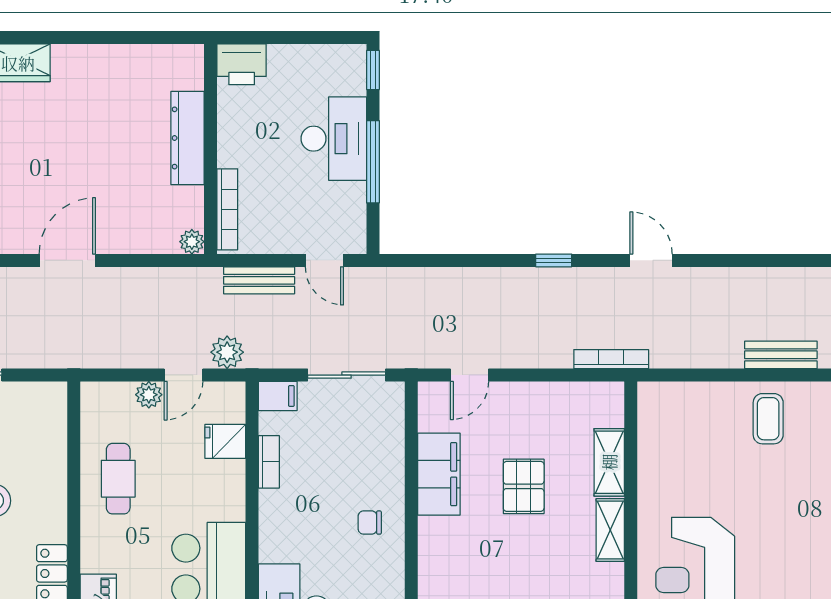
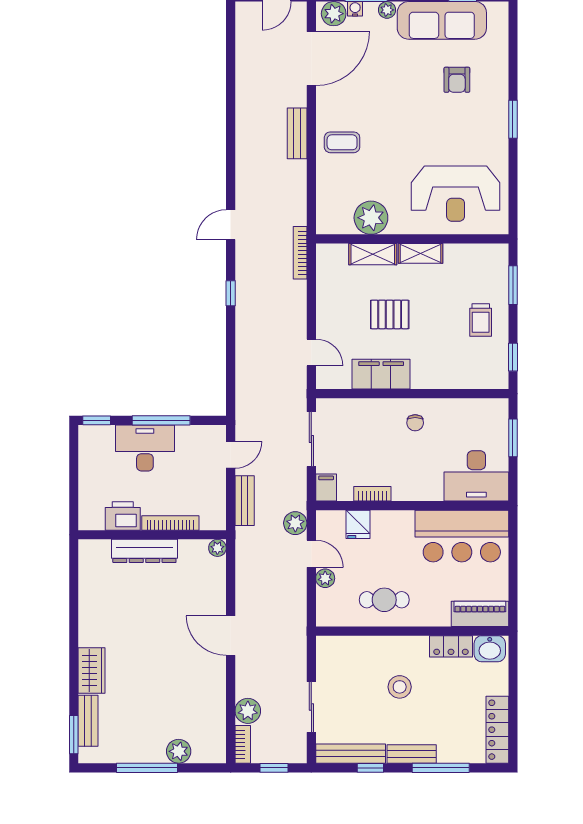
printer: (242, 64) -> (123, 516), moved, turned -90
bookcase: (227, 209) -> (170, 523), moved
plant: (661, 460) -> (371, 218), added

